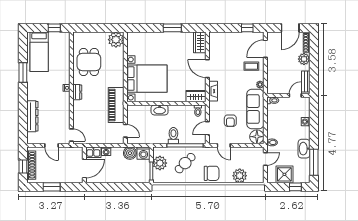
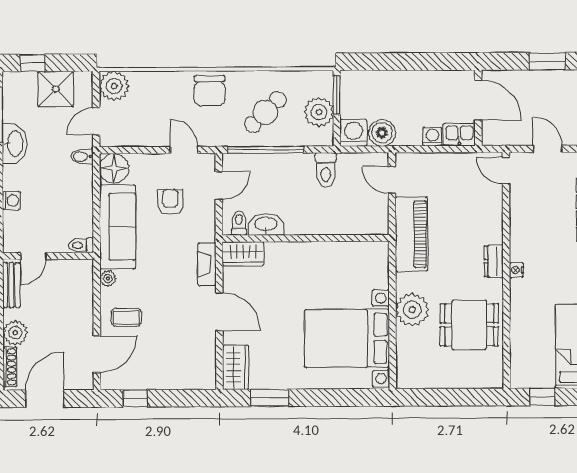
window: (172, 28) -> (270, 398), moved
plant: (116, 40) -> (412, 310), moved
dining table: (89, 62) -> (469, 325), turned 90
bed with nightstands: (147, 79) -> (347, 338), moved
washbasin: (160, 110) -> (266, 224), moved
toilet: (173, 136) -> (326, 170), moved
door: (84, 169) -> (478, 100), swing flipped
chair: (212, 173) -> (210, 91), turned -90
plant: (240, 176) -> (114, 86), moved

